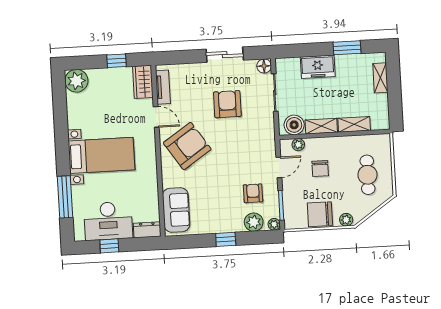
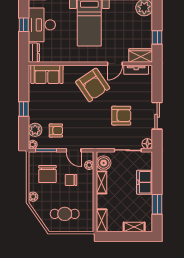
shelving: (354, 124) -> (102, 220), moved
chair: (320, 214) -> (47, 174), moved, turned 180

